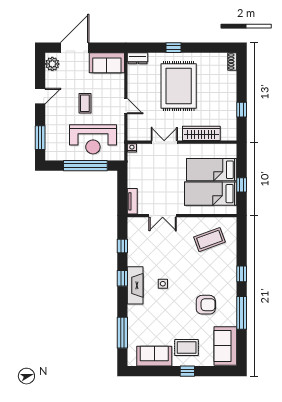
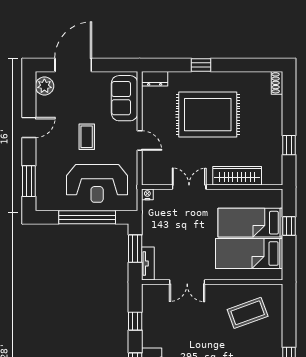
sofa: (107, 63) -> (125, 98), moved, turned 90
rug: (179, 86) -> (208, 115), turned 90
window: (242, 185) -> (289, 226), moved
window: (122, 190) -> (135, 249), added

